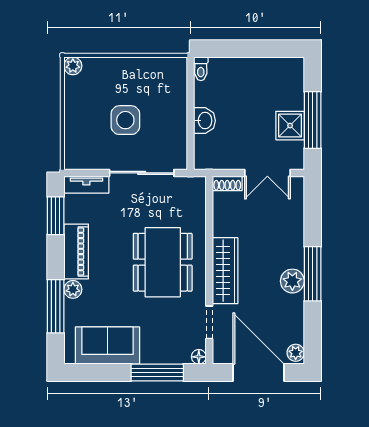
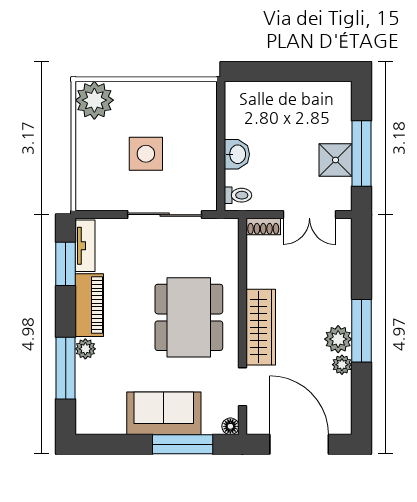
plant: (73, 66) -> (94, 100), width x1.87, depth x1.87
toilet: (201, 69) -> (238, 195), moved, turned -90
tv unit: (86, 185) -> (85, 246), moved, turned -90
sofa: (107, 346) -> (164, 413), moved
plant: (296, 353) -> (342, 365), moved

